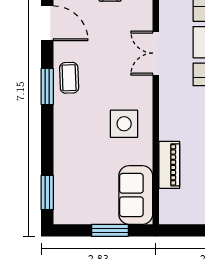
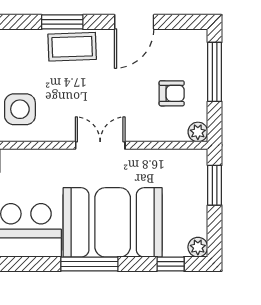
coffee table: (69, 78) -> (72, 47), width x1.36, depth x1.30

